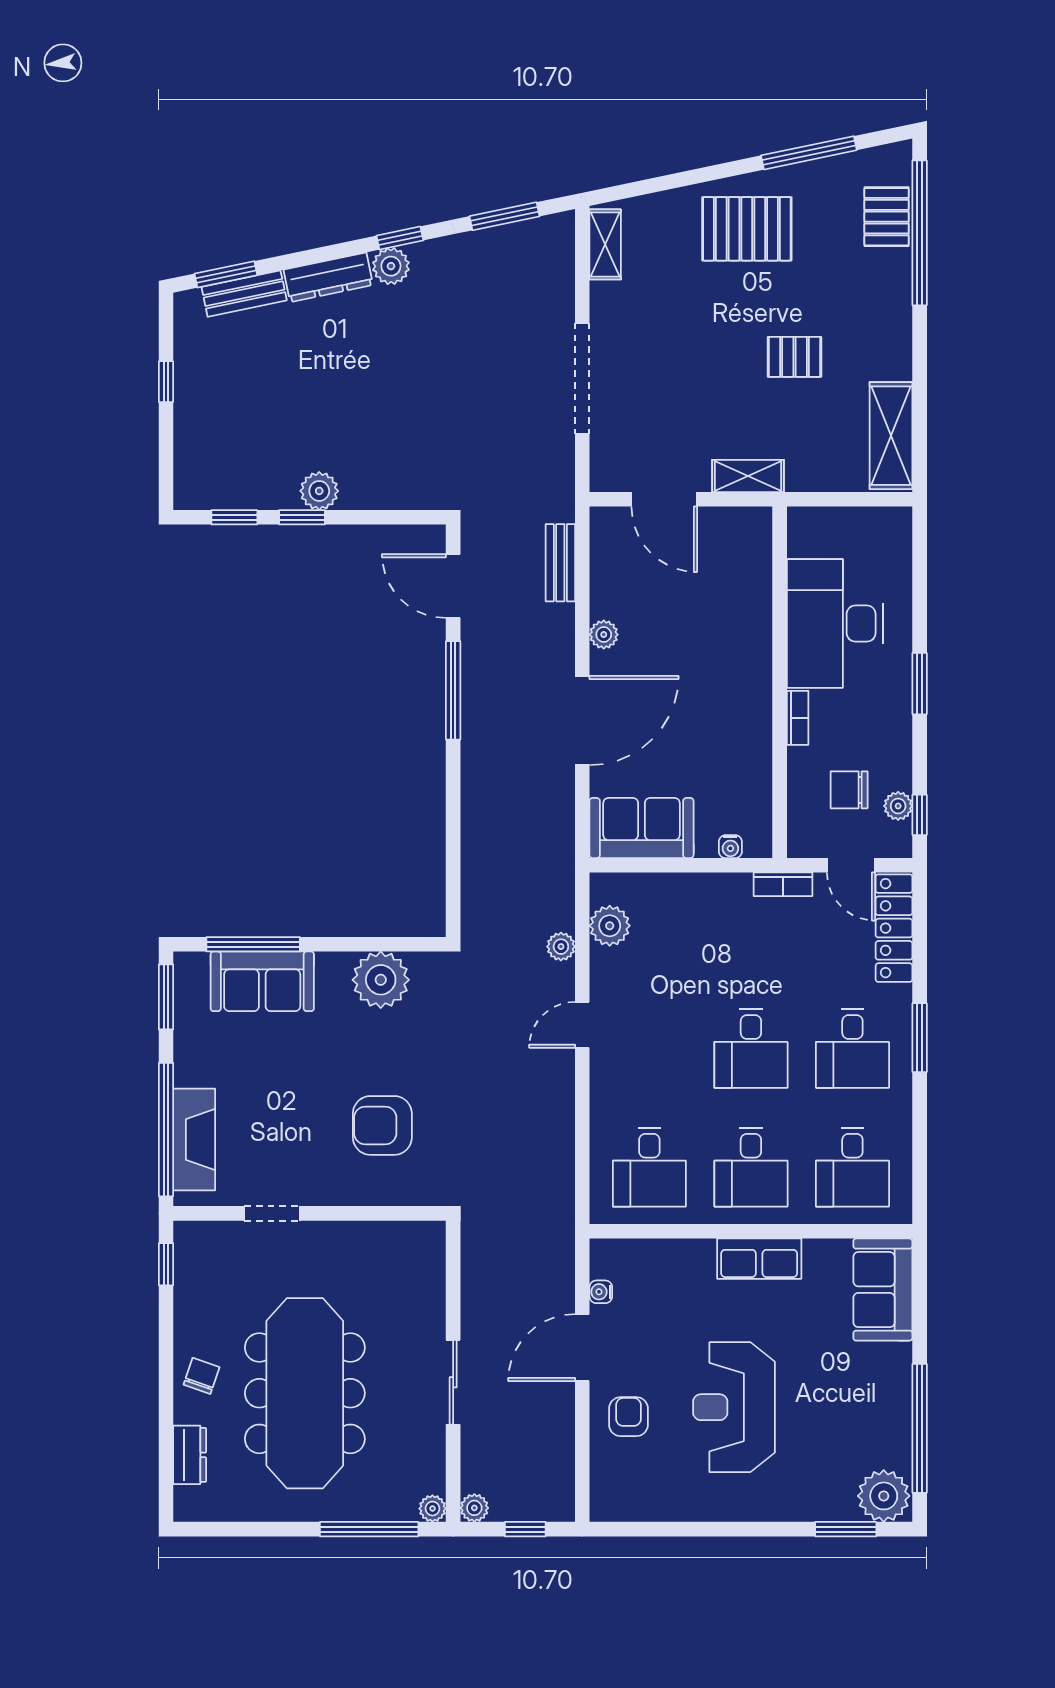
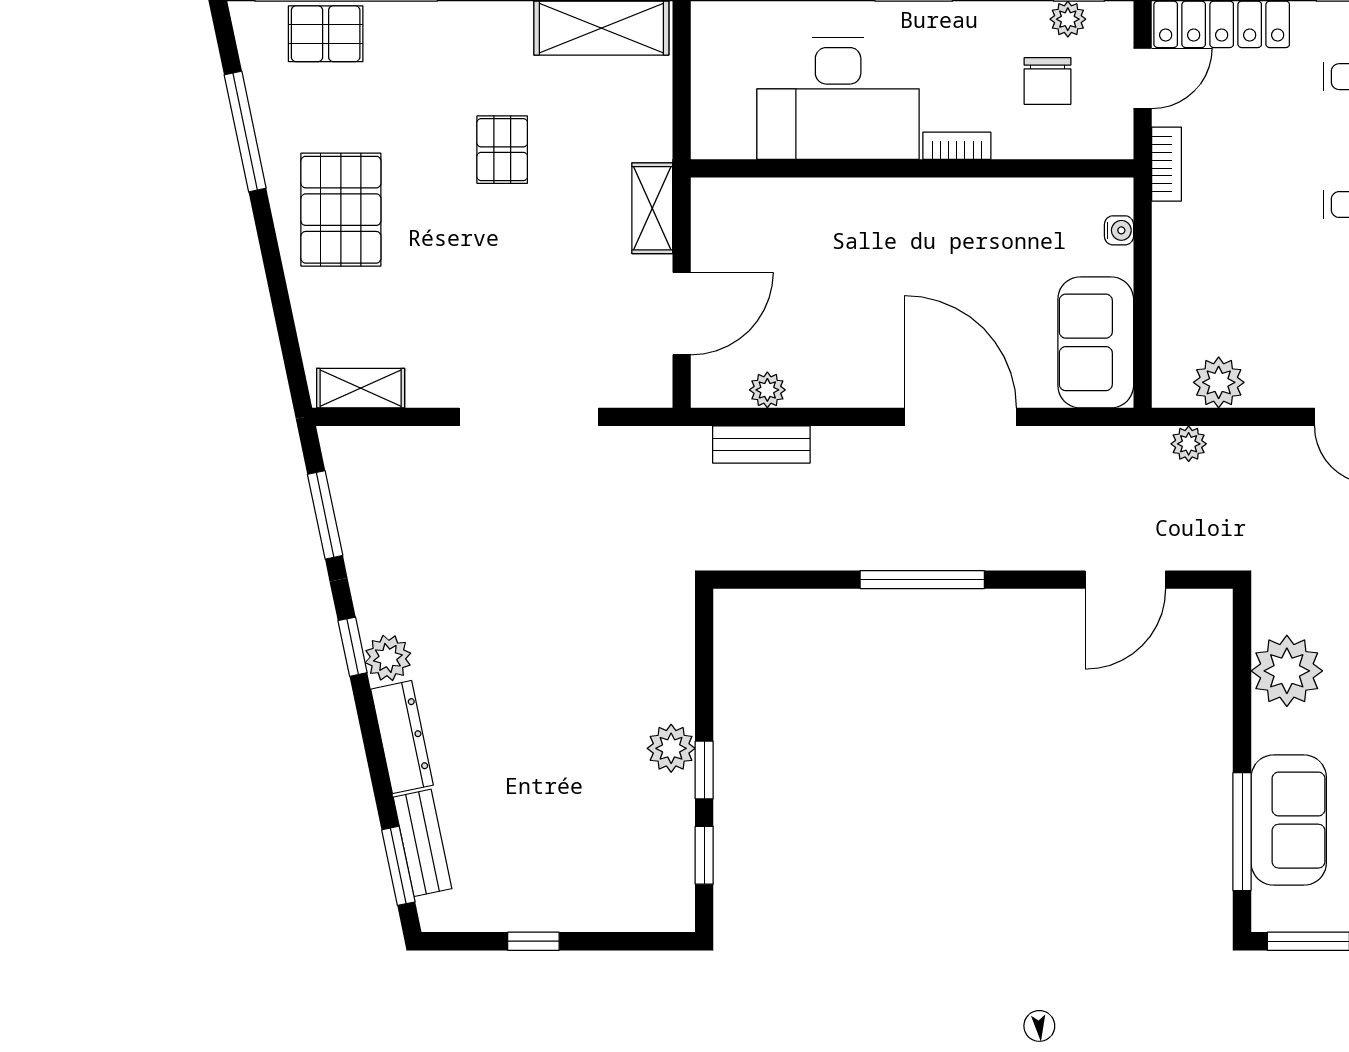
door: (453, 586) -> (1125, 580), moved
plant: (604, 635) -> (767, 390), moved
plant: (561, 947) -> (1189, 444), moved

